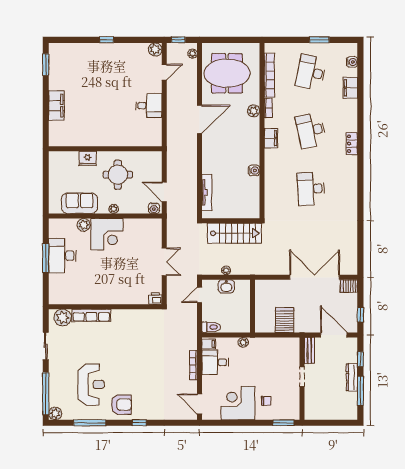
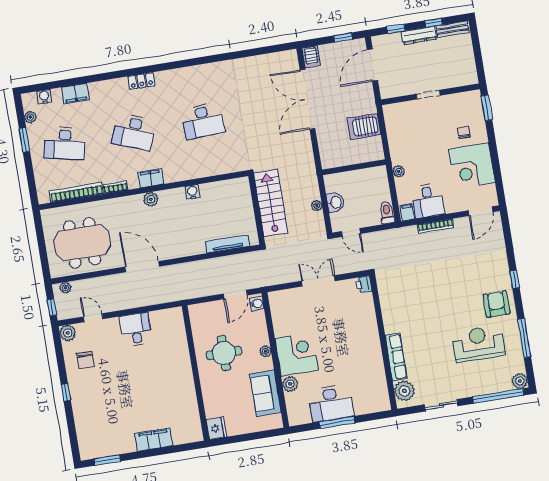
plant: (337, 48) -> (30, 117), added
chair: (131, 60) -> (85, 360), added
meeting table: (227, 73) -> (82, 243), turned 90
plant: (254, 111) -> (151, 199), moved
desk: (311, 131) -> (134, 132), turned 33
fridge: (88, 158) -> (216, 428), moved
bench: (309, 350) -> (452, 29), moved
window: (360, 391) -> (434, 23), width x0.46

